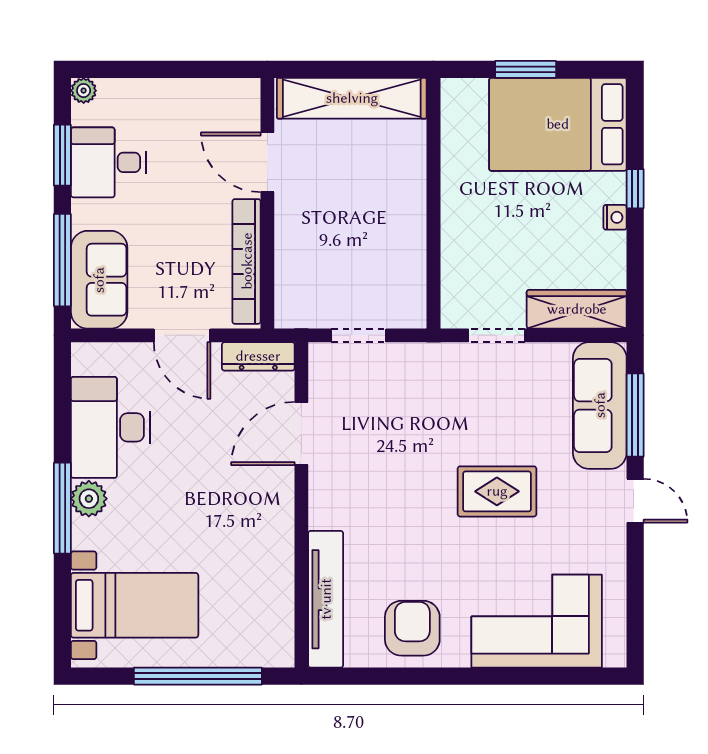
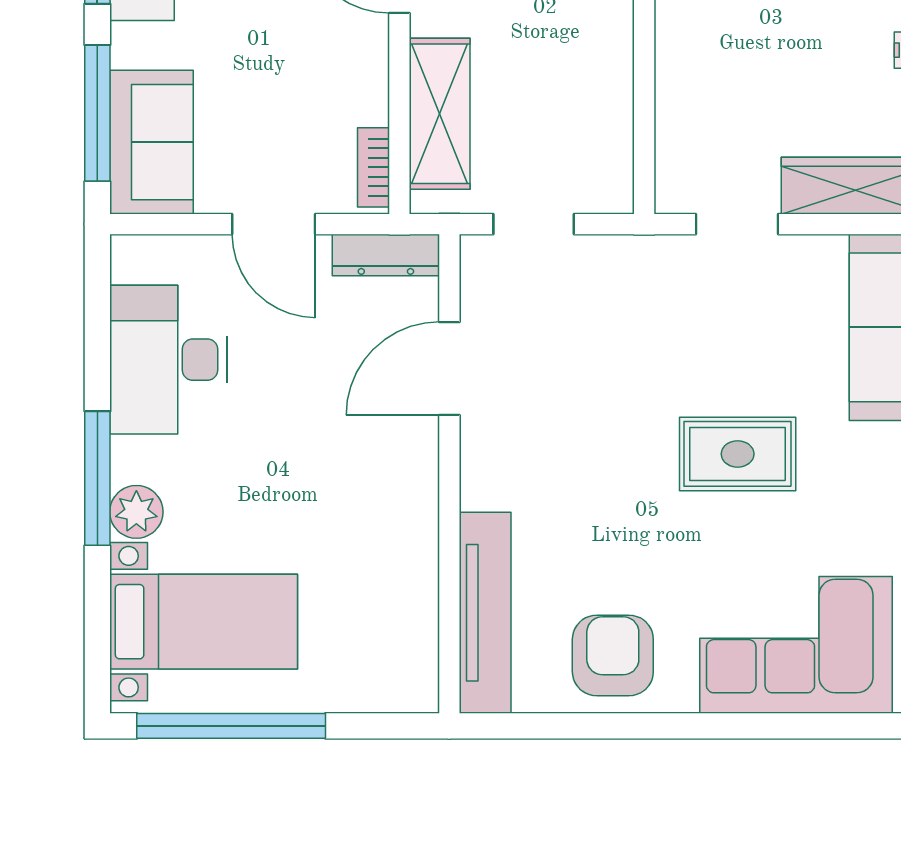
shelving: (295, 260) -> (440, 114), added
bookcase: (247, 261) -> (374, 167), width x0.43, depth x0.76
plant: (89, 499) -> (136, 512), moved
window: (198, 676) -> (231, 726), moved

